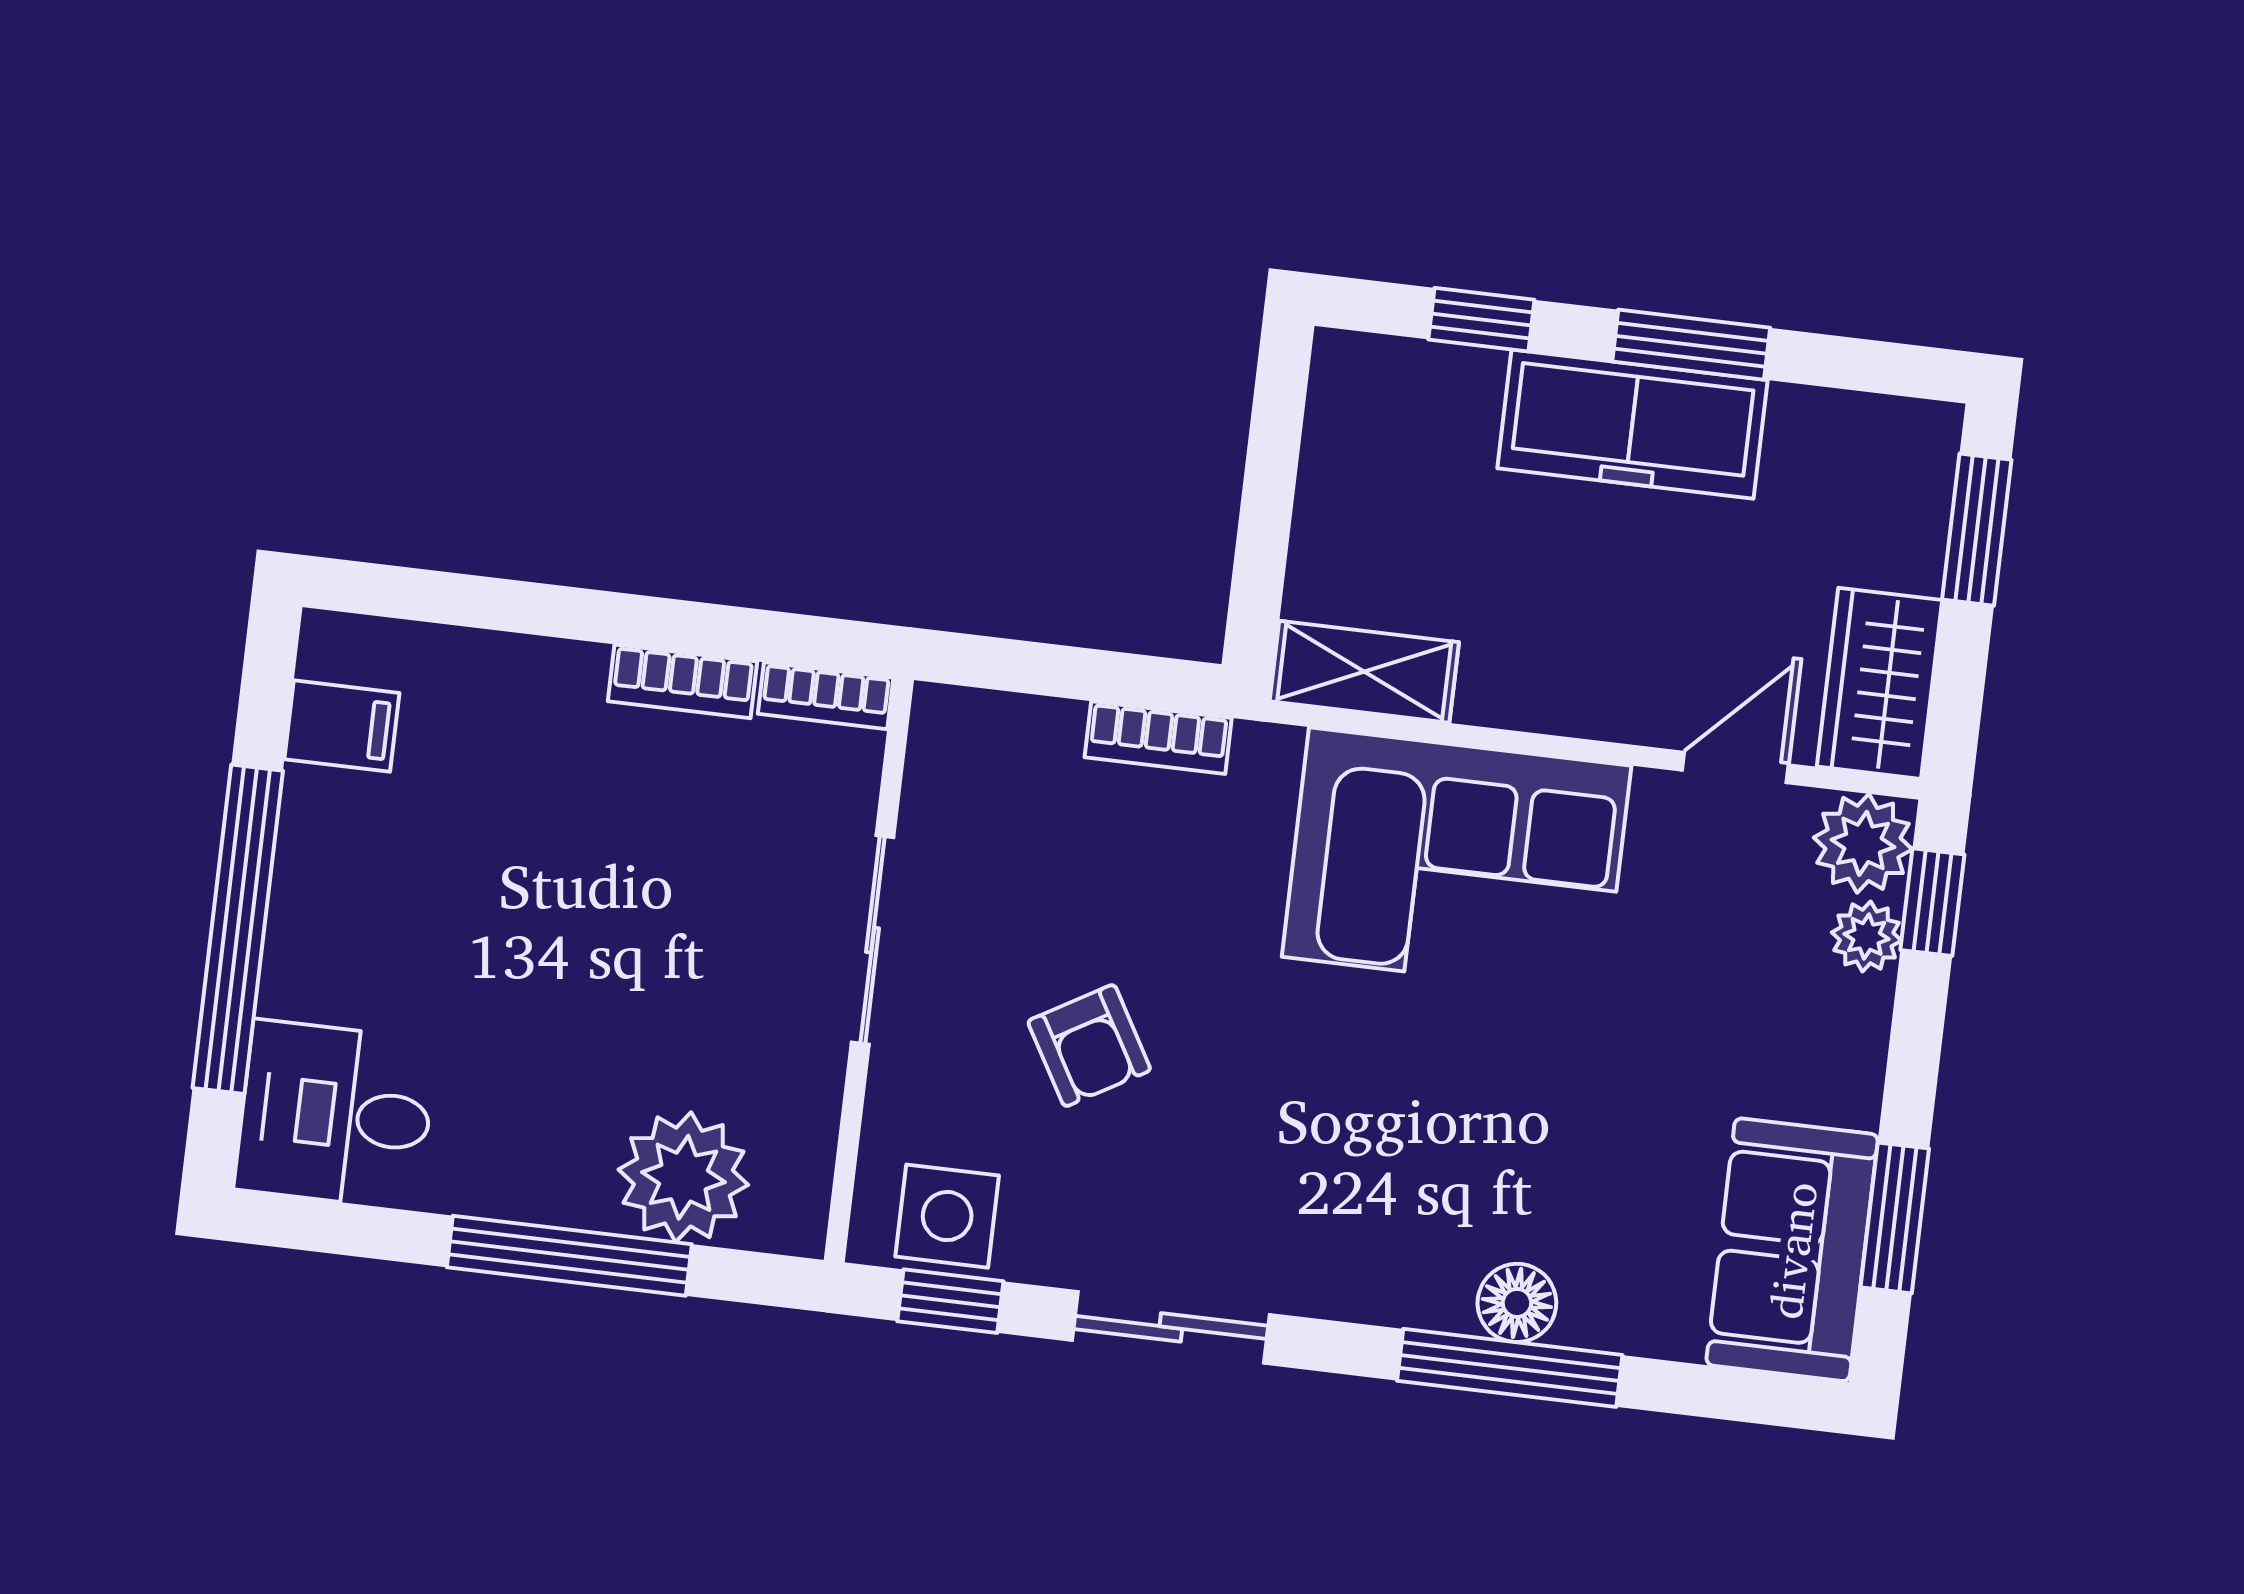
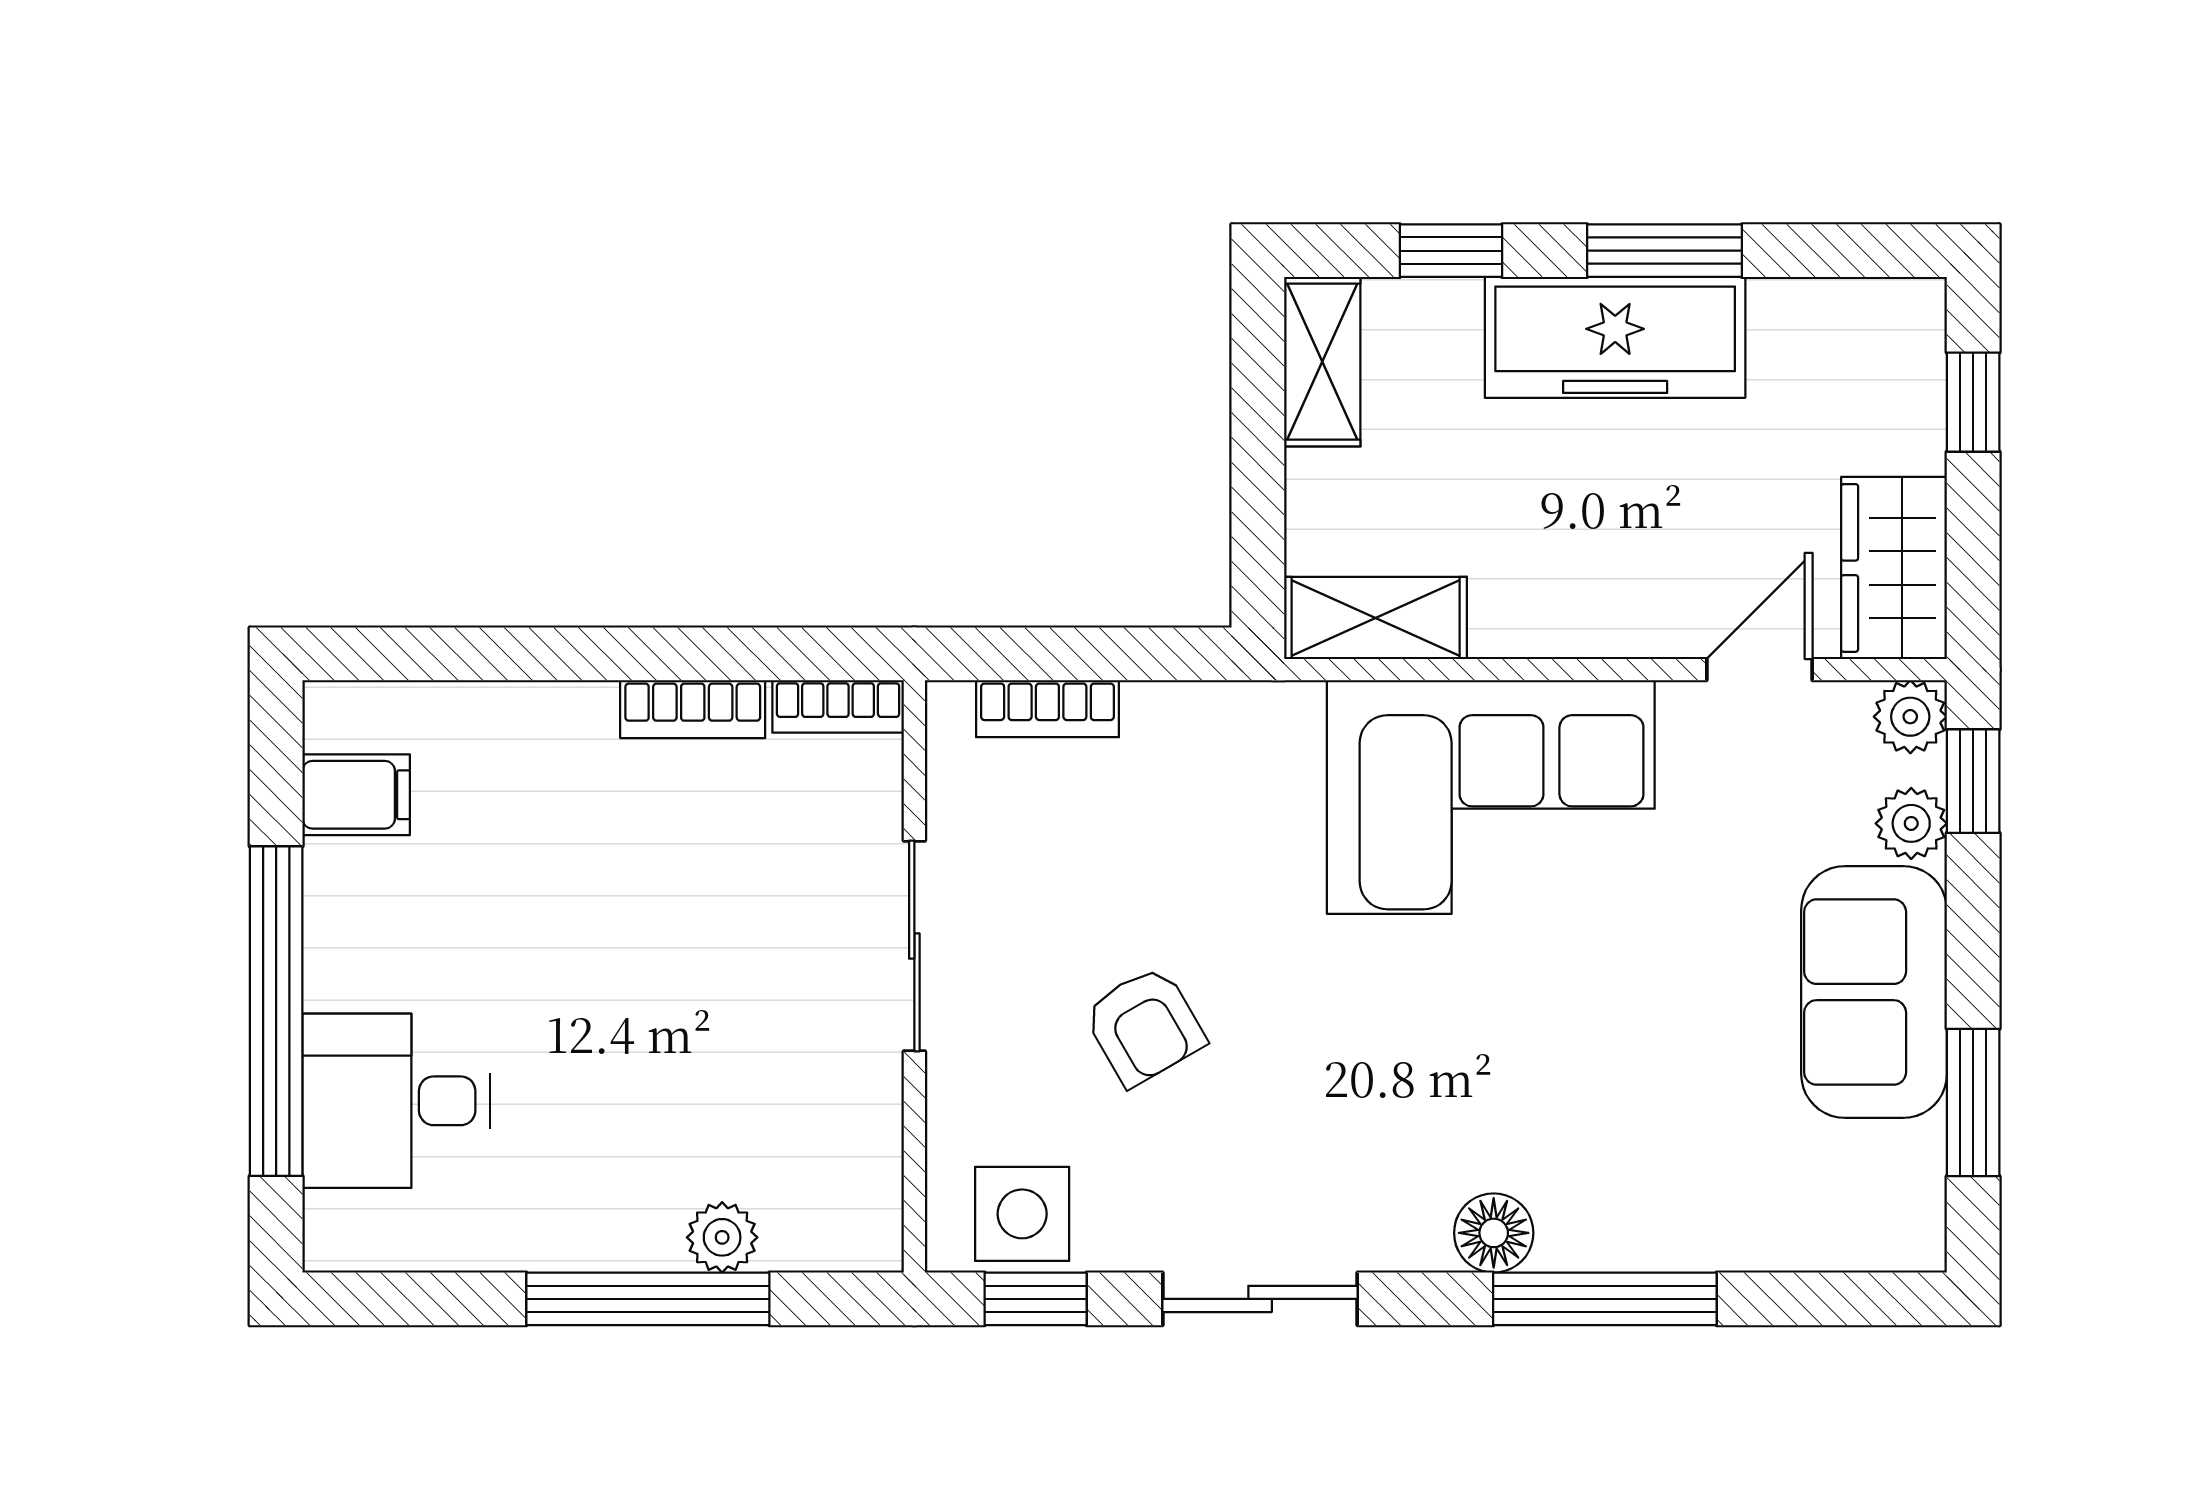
shelving: (1342, 414) -> (1322, 362), added
window: (1977, 530) -> (1973, 402), width x0.67
bookcase: (1158, 738) -> (1047, 709), moved
plant: (1863, 843) -> (1910, 717), width x0.73, depth x0.73
desk: (336, 1115) -> (396, 1101), moved
plant: (683, 1177) -> (722, 1237), width x0.53, depth x0.53
sofa: (1792, 1250) -> (1874, 992), moved
floor lamp: (1517, 1303) -> (1494, 1233), moved

